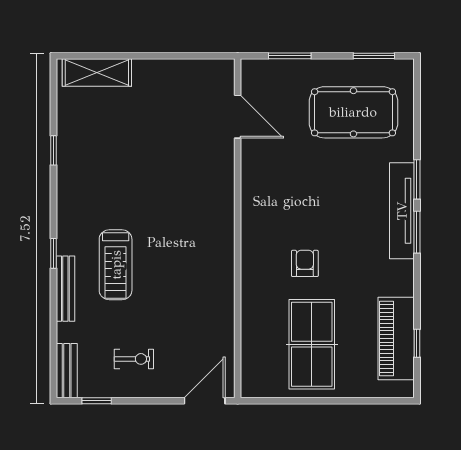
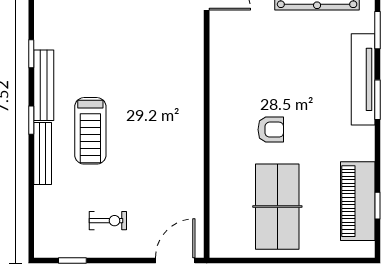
window: (53, 150) -> (31, 54), moved
window: (417, 179) -> (378, 30), moved
armchair: (305, 263) -> (271, 130), turned 90
bench: (67, 371) -> (44, 85), moved, width x1.36

